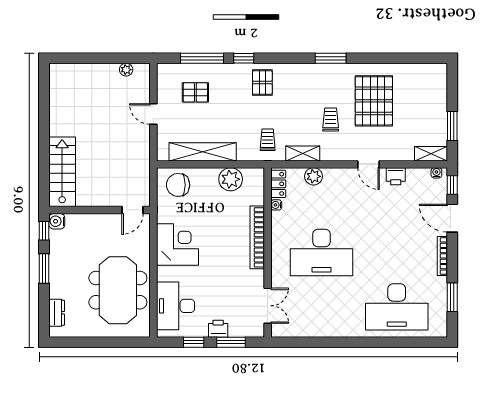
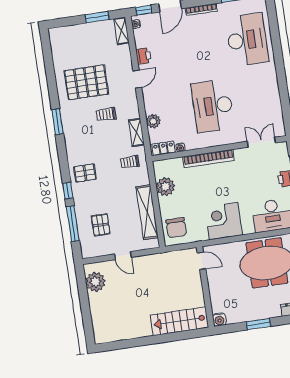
plant: (126, 70) -> (95, 282), width x1.87, depth x1.87
door: (153, 114) -> (123, 256), hinge flipped
window: (44, 231) -> (228, 329), removed
desk: (322, 252) -> (213, 106), turned 180

